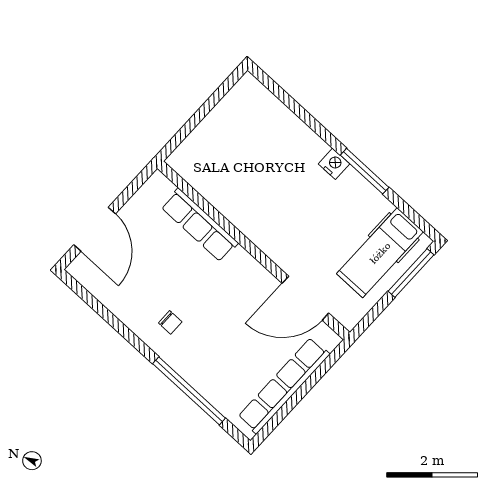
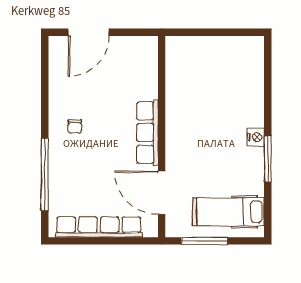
row of seats: (199, 225) -> (147, 133), moved
window: (411, 273) -> (204, 241), moved

